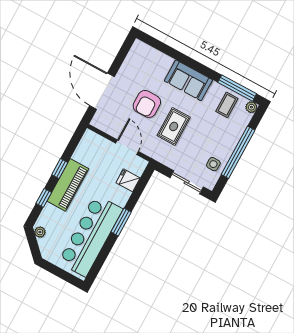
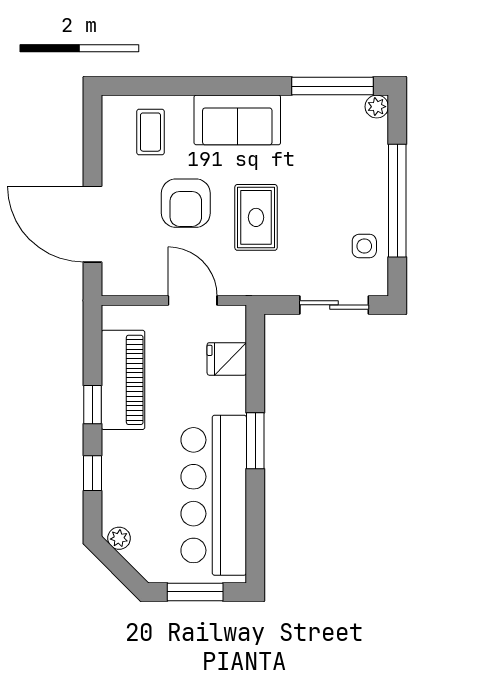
coffee table: (227, 105) -> (150, 132), moved
piano: (68, 185) -> (123, 380), moved
window: (60, 273) -> (195, 592), added

